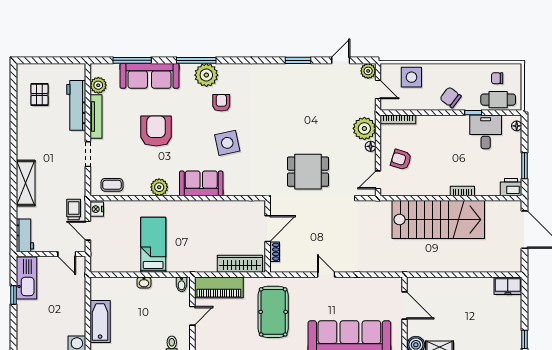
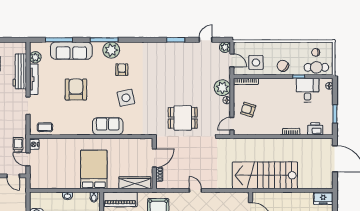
side table: (411, 77) -> (256, 62), moved
plant: (159, 187) -> (78, 129), removed
printer: (511, 187) -> (315, 129), moved
stairs: (438, 220) -> (265, 175), moved, turned 180
bed: (153, 245) -> (94, 169), moved, width x1.50

